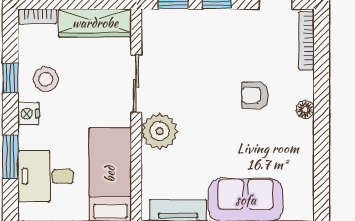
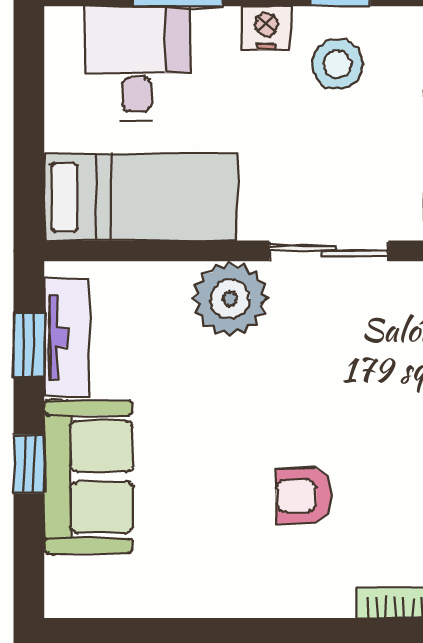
armchair: (255, 95) -> (304, 496), turned -91
floor lamp: (305, 109) -> (275, 600), removed

